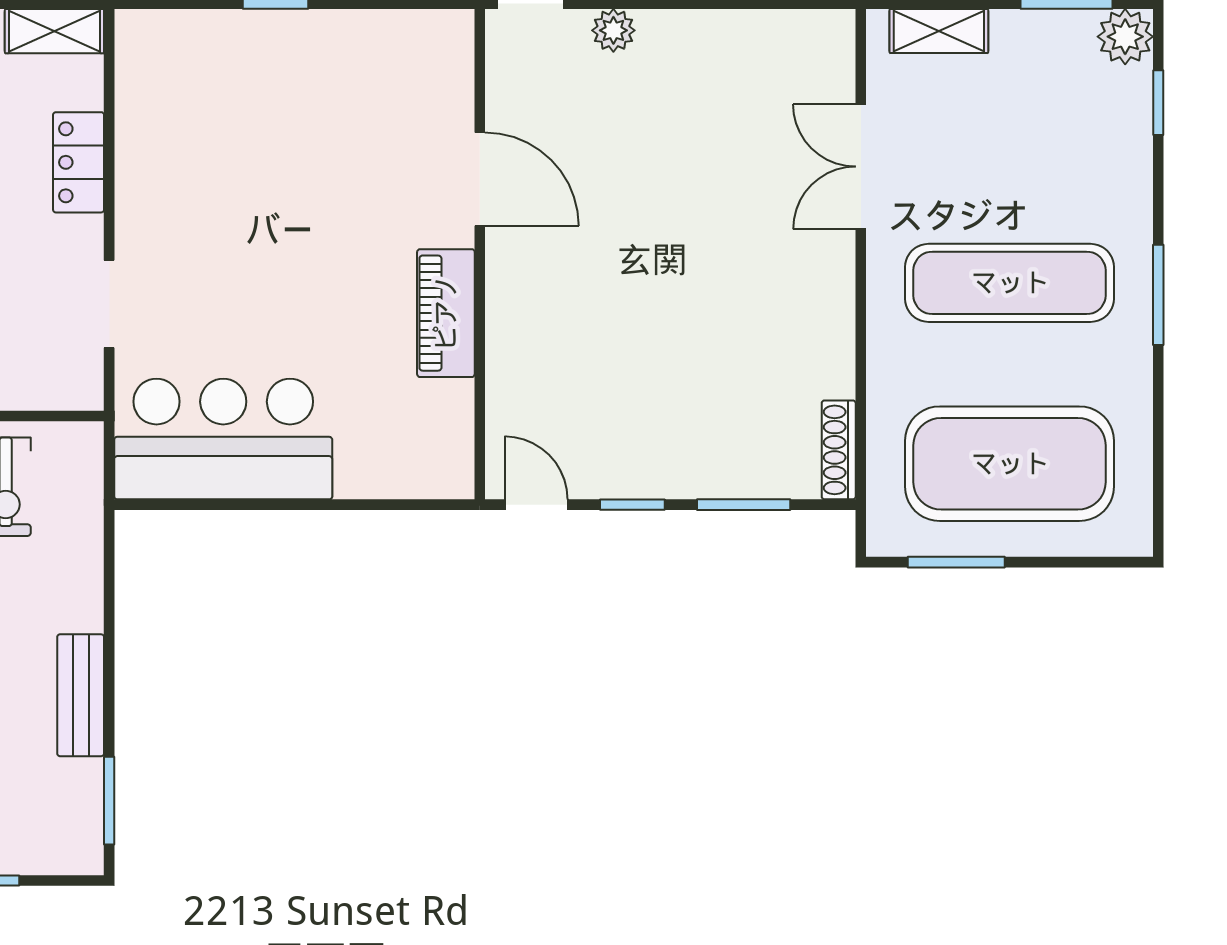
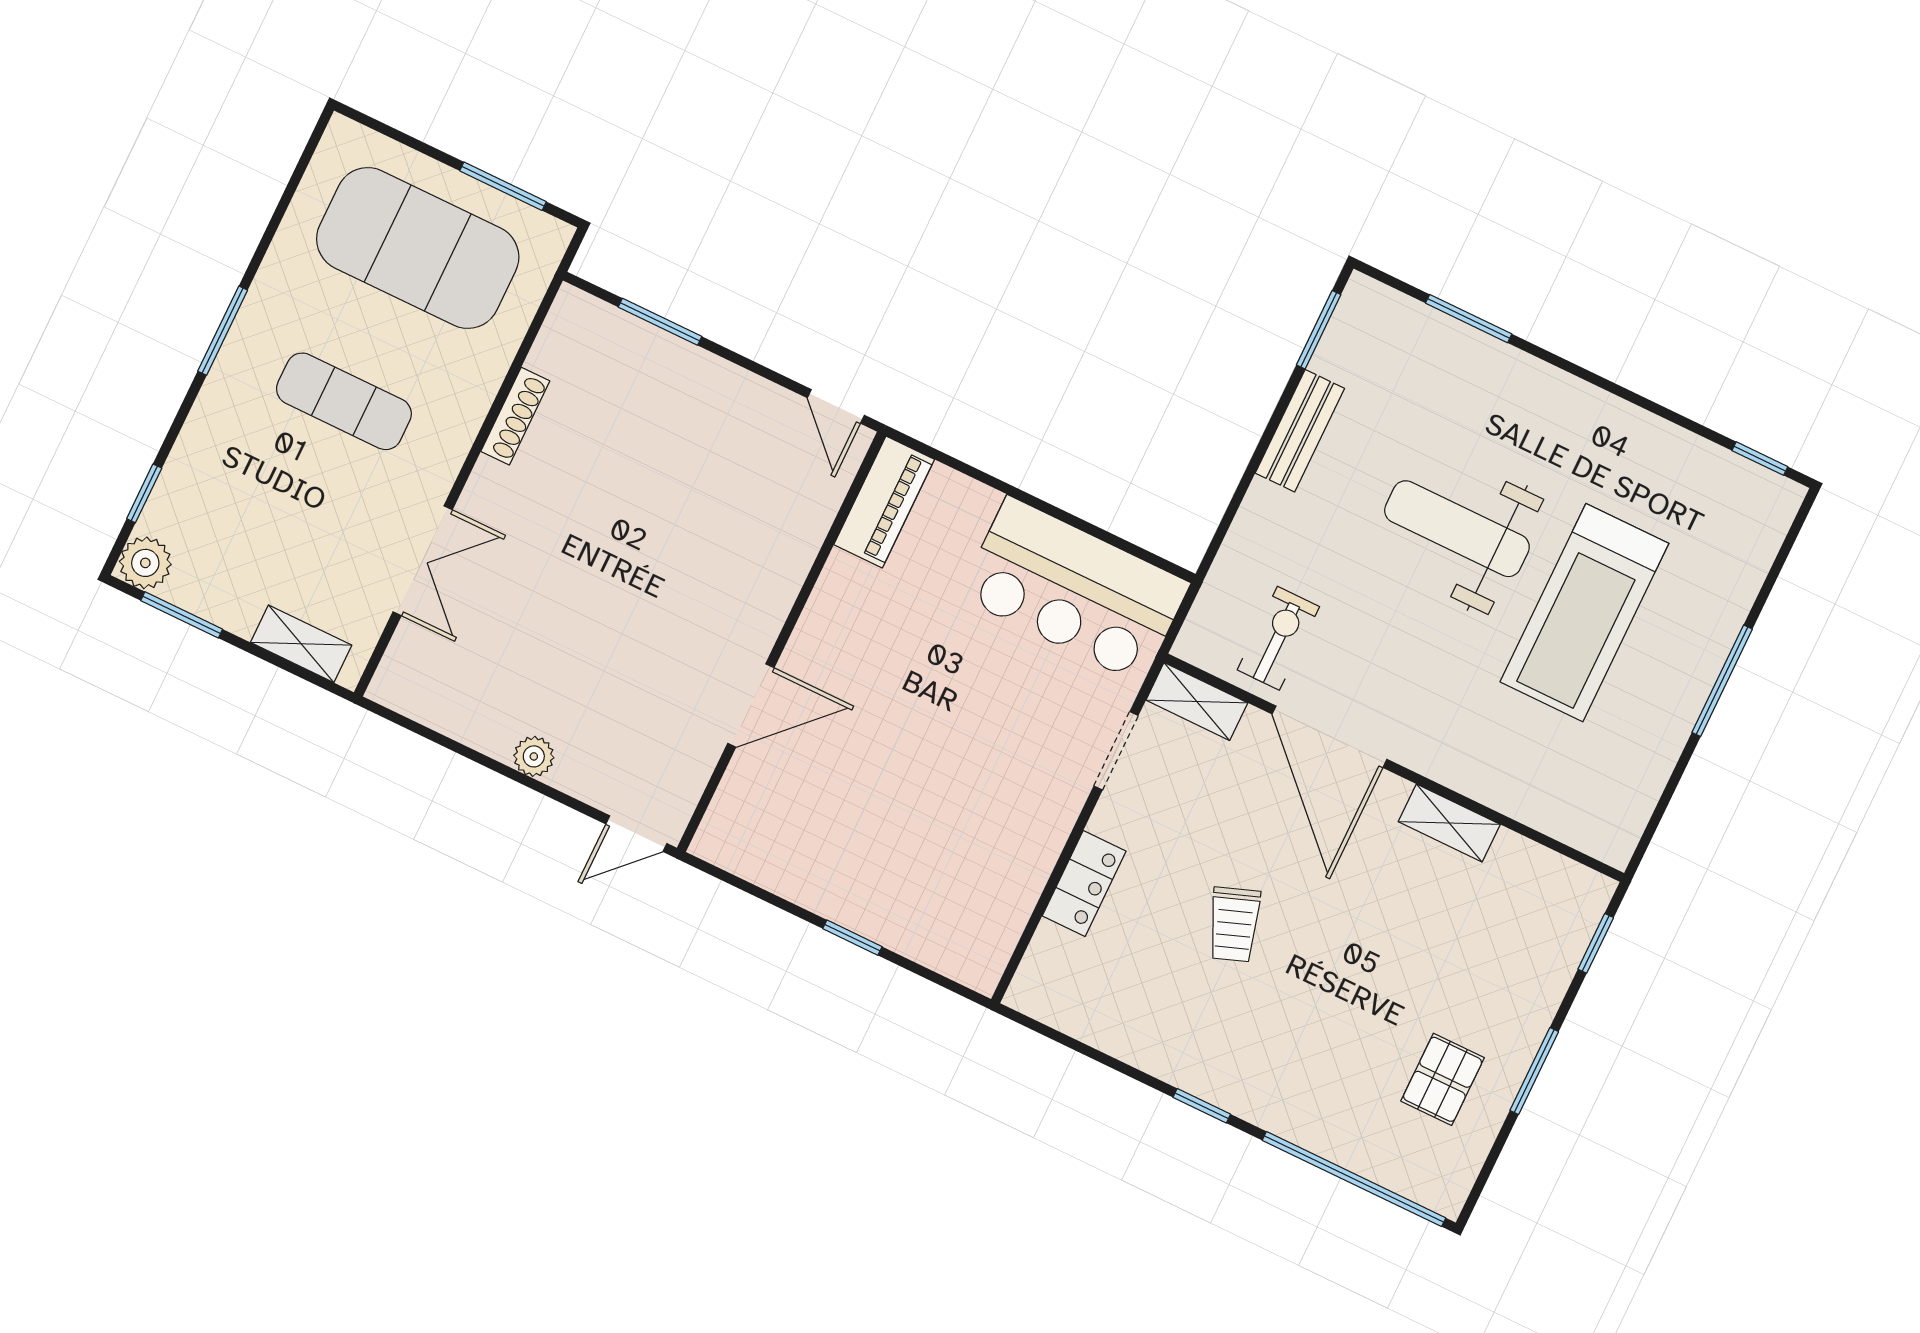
plant: (613, 30) -> (534, 756), moved
shelving: (54, 31) -> (1197, 702), moved
door: (480, 179) -> (751, 705), swing flipped
exercise mat: (1010, 283) -> (344, 401), width x0.73, depth x0.69
piano: (446, 313) -> (884, 502), moved
shoe rack: (839, 450) -> (515, 416), moved
window: (632, 505) -> (754, 367), removed

